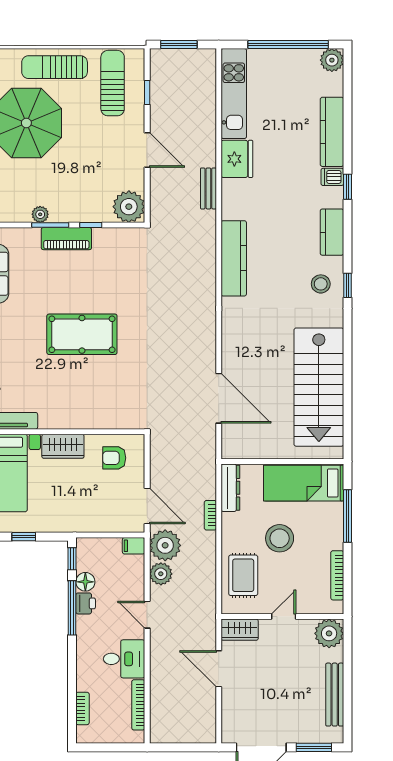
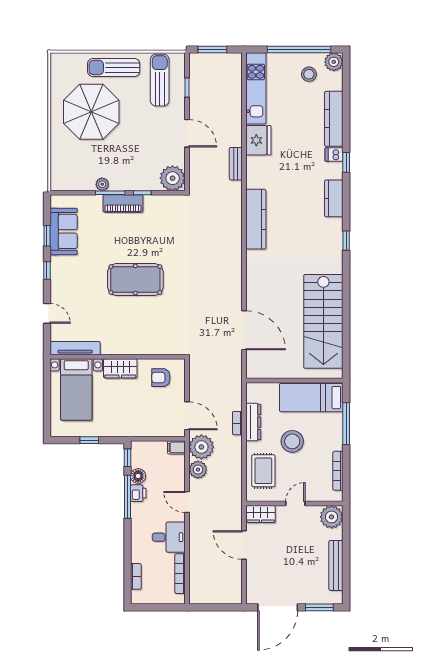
stool: (321, 284) -> (309, 74), moved
dresser: (230, 488) -> (253, 422), moved

